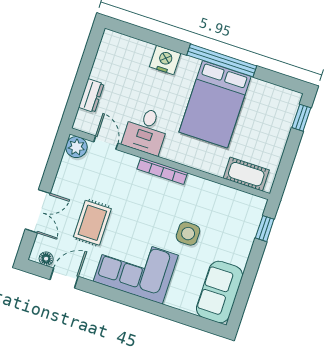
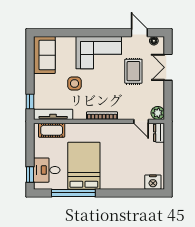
nightstand: (165, 60) -> (153, 182), moved
window: (222, 60) -> (73, 193), moved
dresser: (91, 96) -> (159, 133), moved
desk: (146, 131) -> (47, 170), moved, turned -90
tv unit: (236, 198) -> (53, 114), added
door: (64, 278) -> (139, 33), swing flipped

